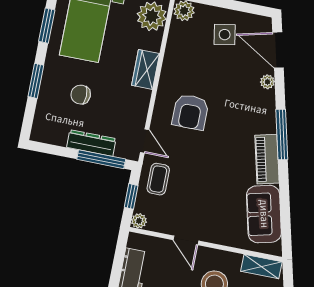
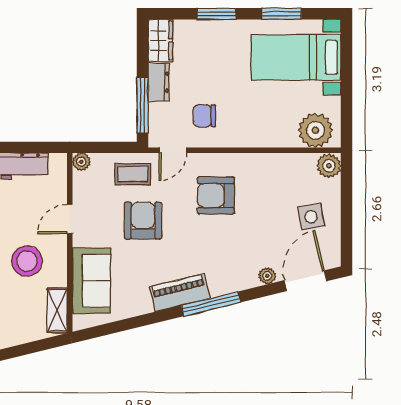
wardrobe: (146, 69) -> (160, 40), moved, turned 90
chair: (81, 95) -> (204, 116), moved, turned -90
dresser: (91, 143) -> (159, 82), width x0.70
armchair: (199, 178) -> (143, 221), added
window: (131, 196) -> (107, 147), removed
sofa: (264, 214) -> (91, 281), moved, turned 104

